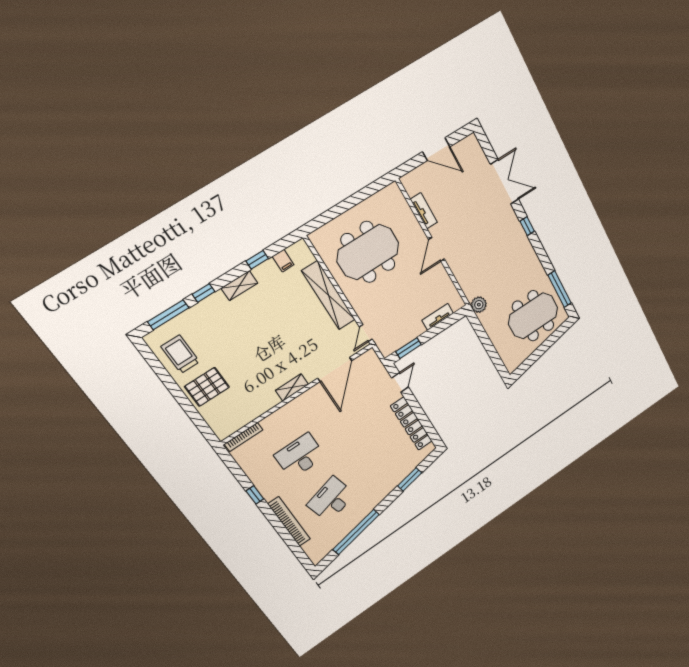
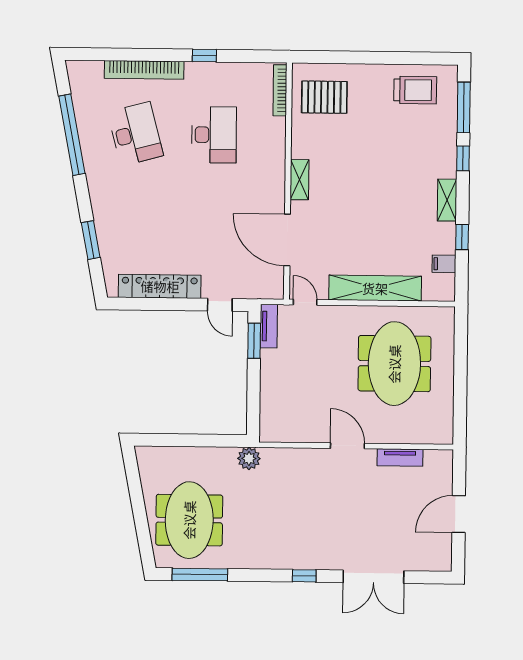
tv unit: (438, 317) -> (269, 326), moved
pallet: (207, 387) -> (324, 97), moved, turned 90

